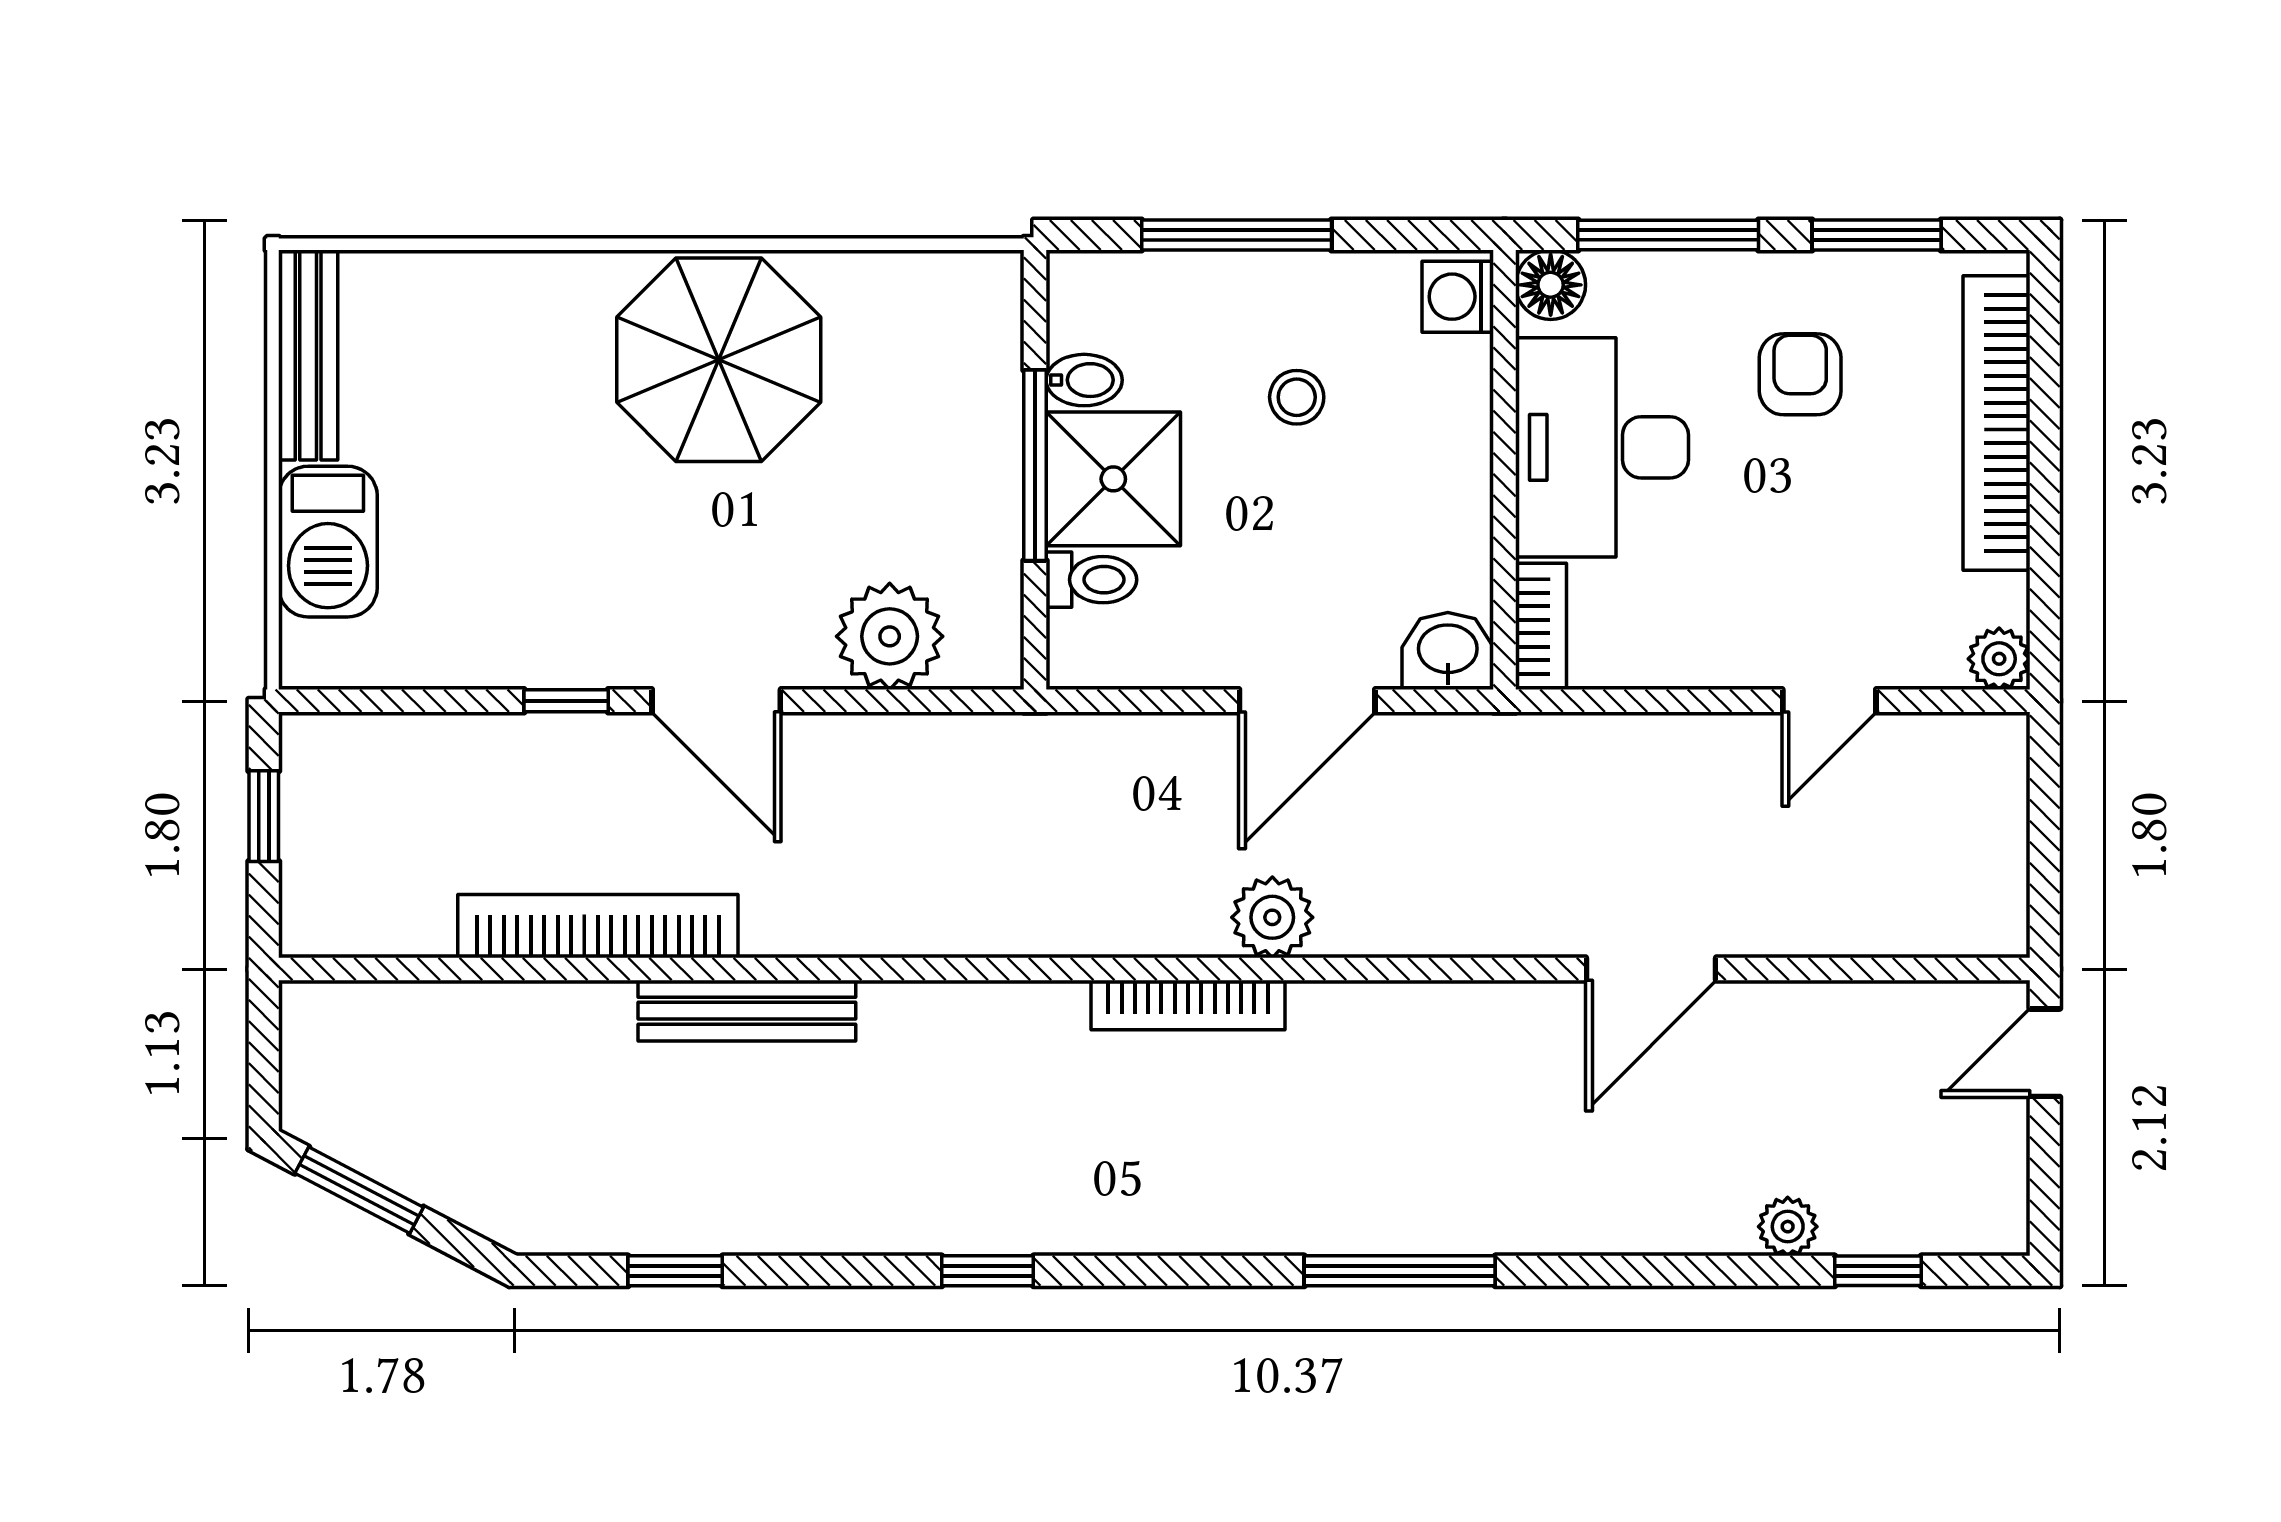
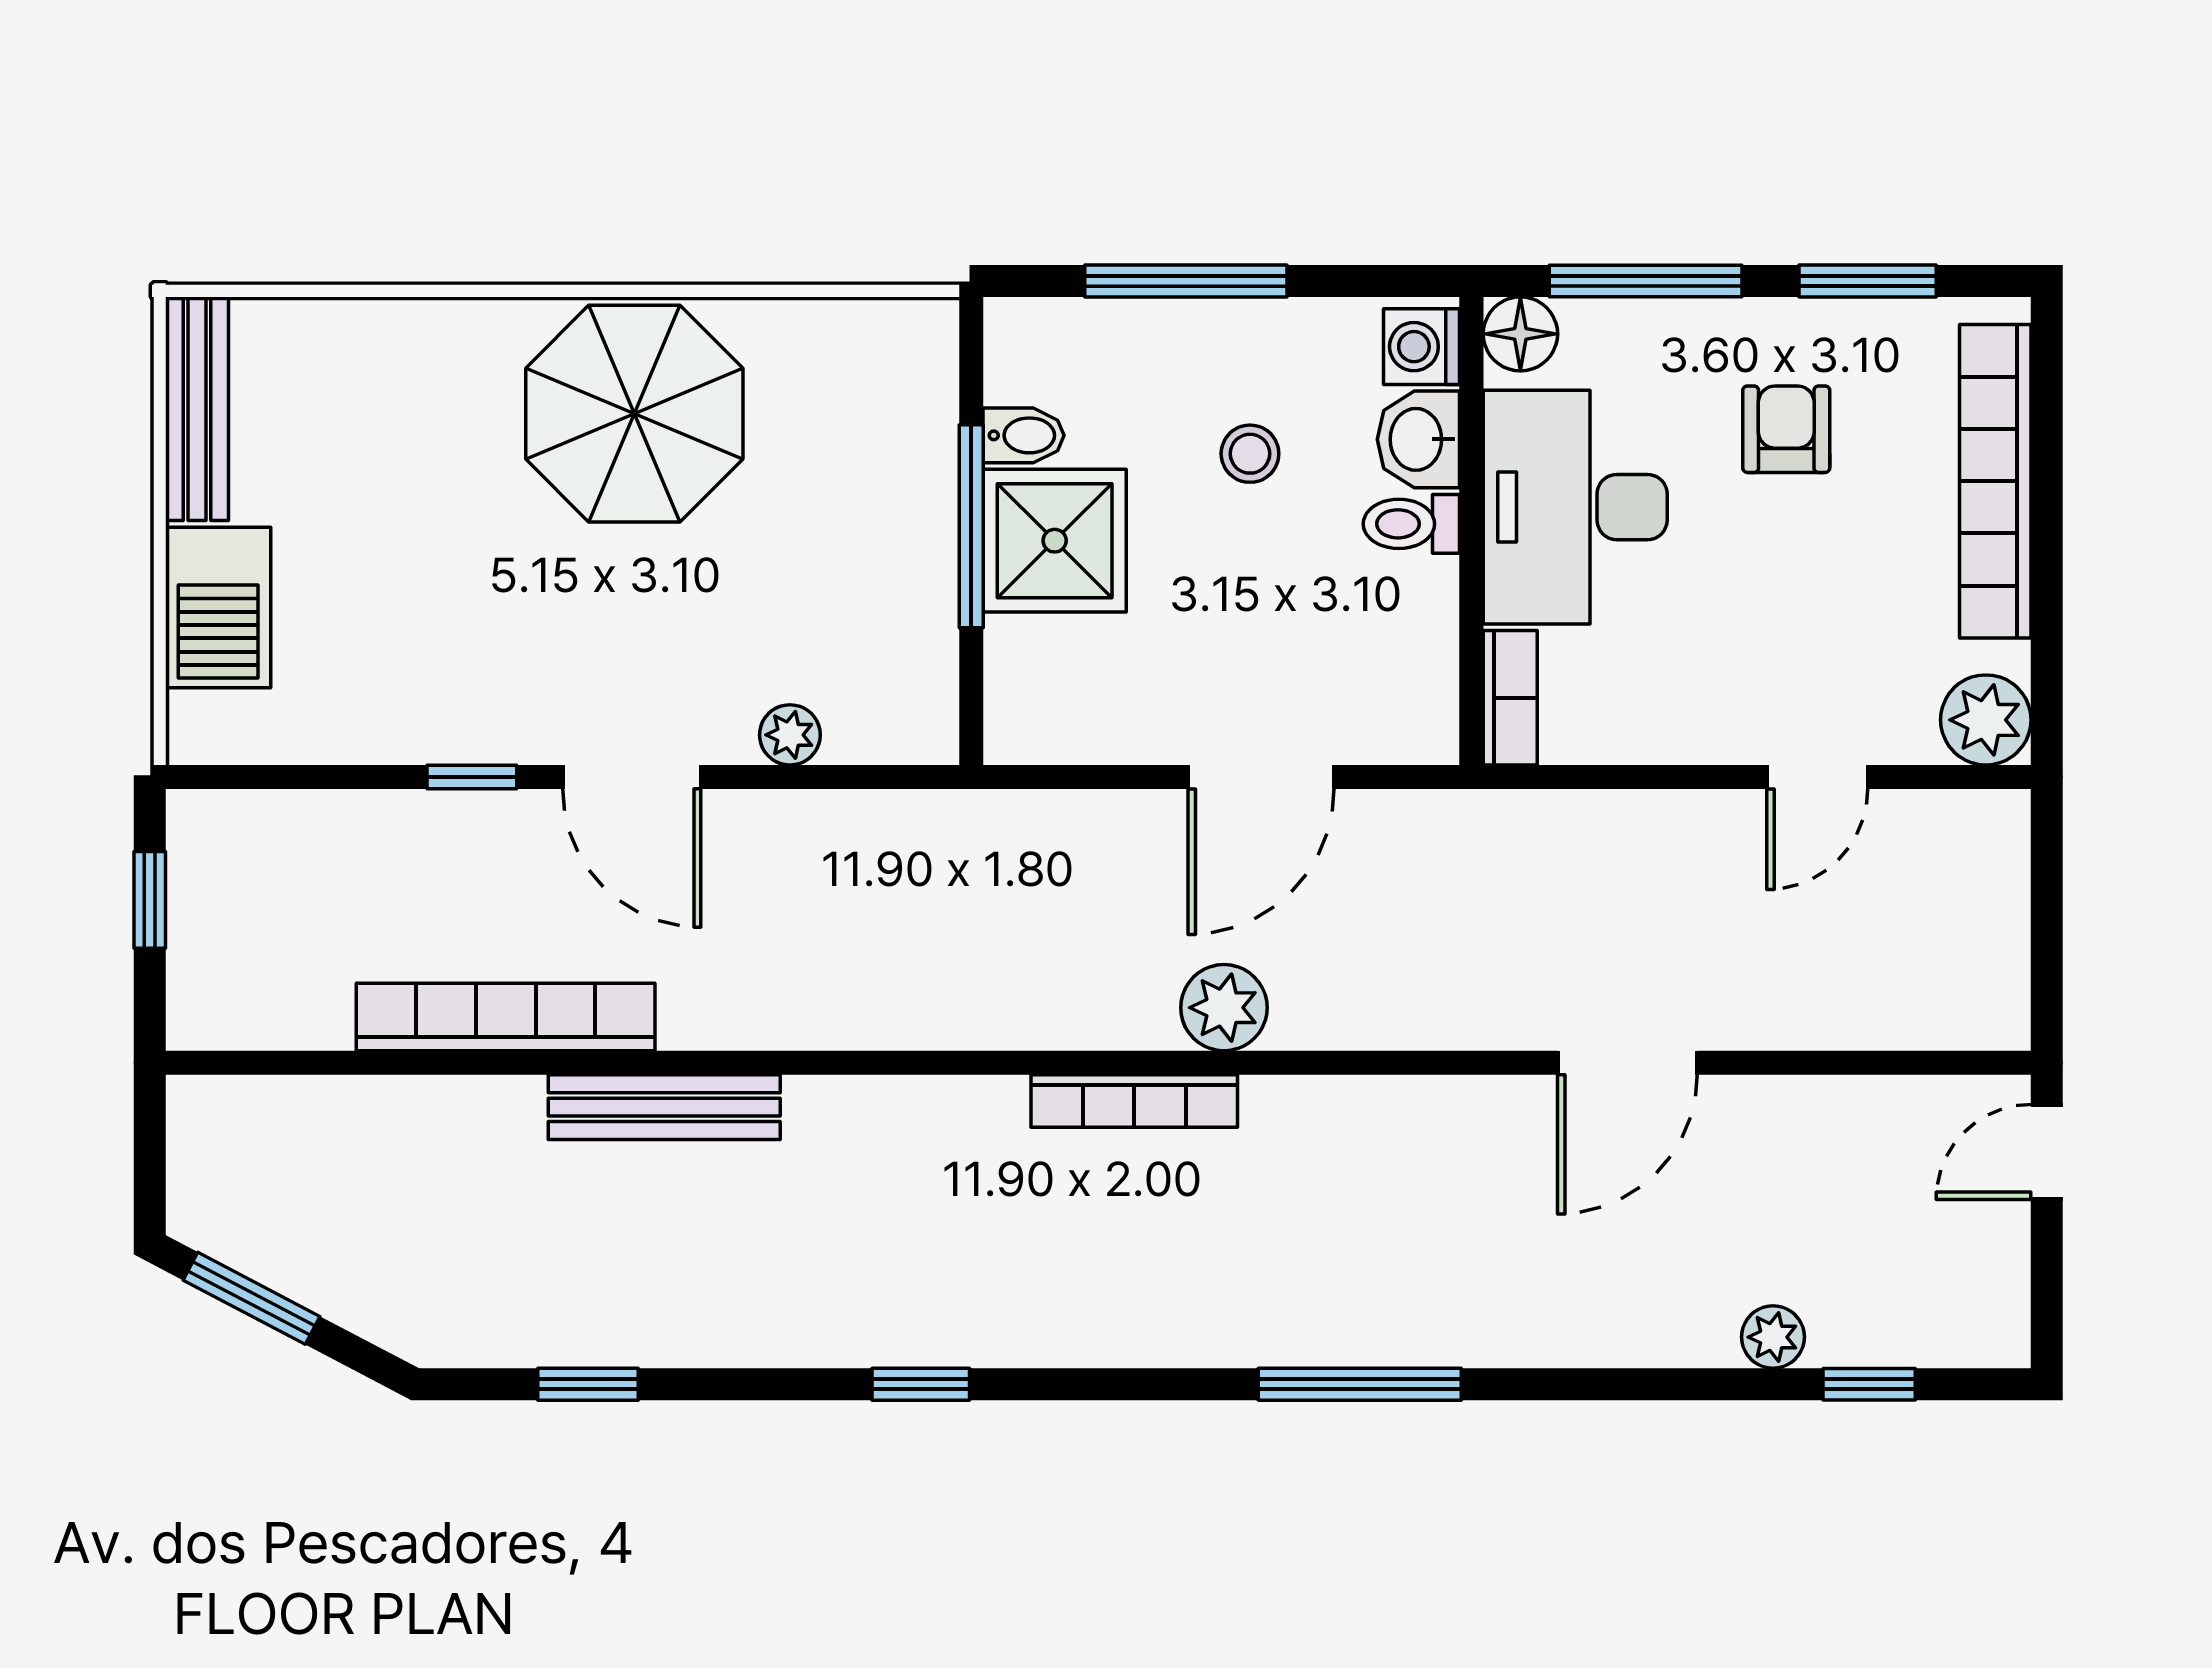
toilet: (1091, 580) -> (1411, 524), moved, turned 180
plant: (890, 636) -> (790, 735), width x0.53, depth x0.53
washbasin: (1448, 651) -> (1418, 439), moved, turned -90
plant: (1999, 659) -> (1986, 720), width x1.38, depth x1.38

